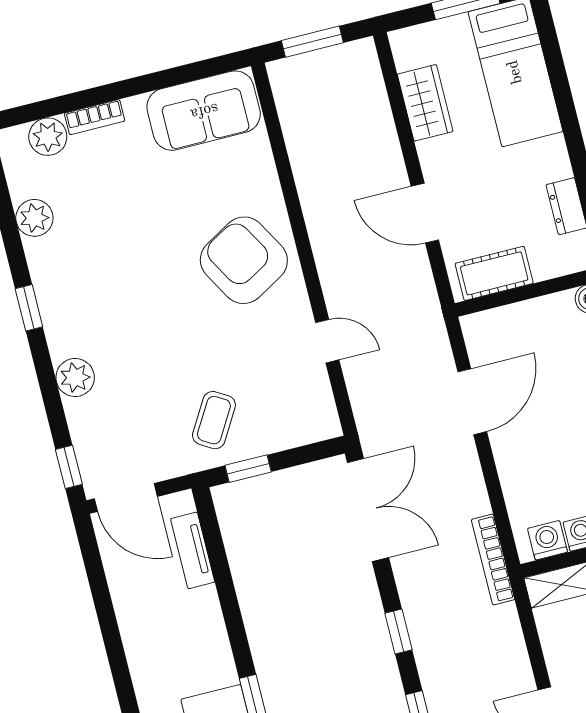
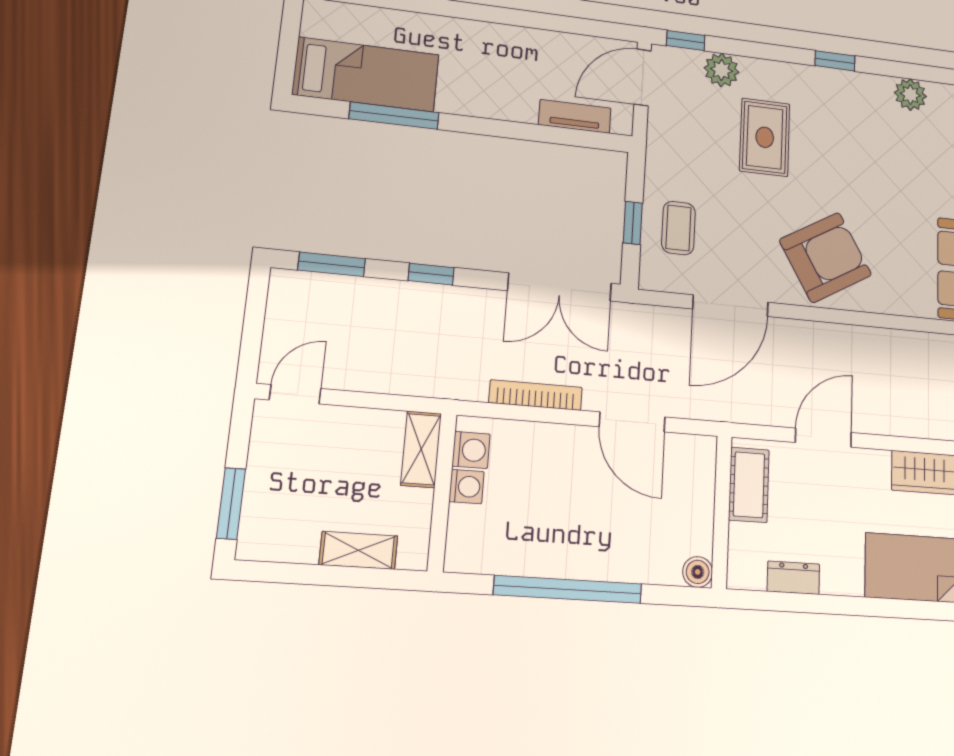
door: (327, 341) -> (730, 306), width x1.88
rug: (141, 357) -> (765, 137), added
plant: (75, 378) -> (722, 70), moved
coffee table: (214, 420) -> (678, 228), moved, turned 59
window: (248, 469) -> (633, 223), moved
bookcase: (493, 560) -> (536, 395), moved

